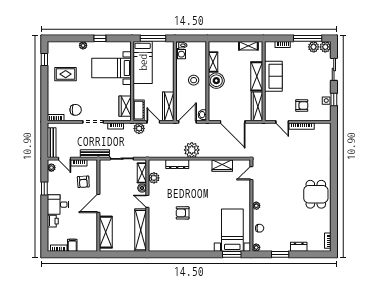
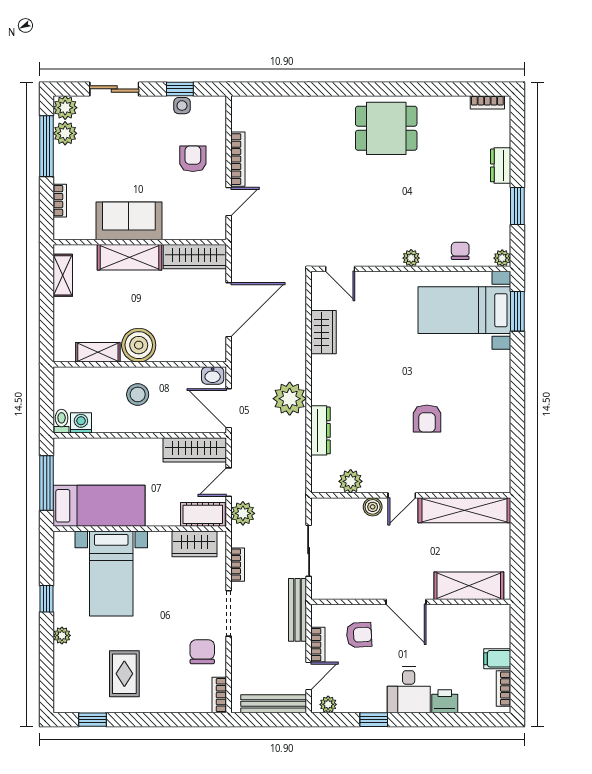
shelving: (142, 173) -> (340, 507), removed

